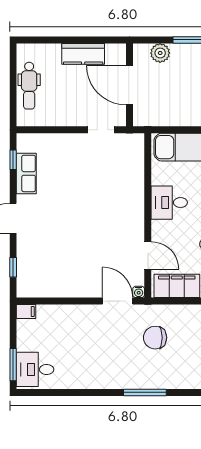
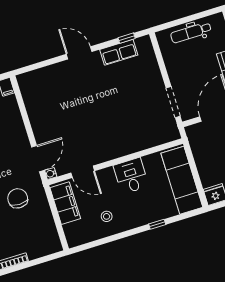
doorway: (101, 130) -> (173, 102), width x1.38
door: (148, 255) -> (83, 172), hinge flipped
window: (13, 267) -> (39, 65), removed

